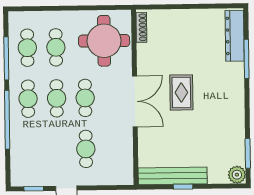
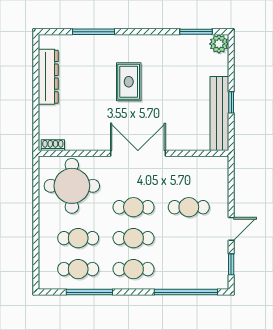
shoe rack: (141, 27) -> (53, 145), width x0.70
dresser: (235, 36) -> (48, 77), moved, turned -90
rug: (181, 92) -> (129, 82), moved, turned 90
window: (7, 120) -> (186, 292), moved

